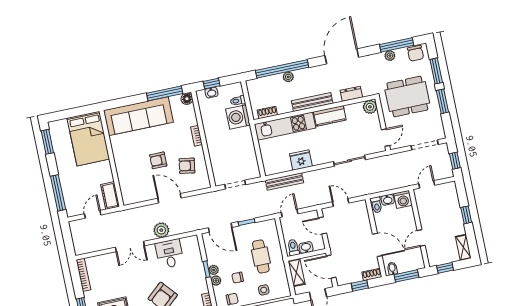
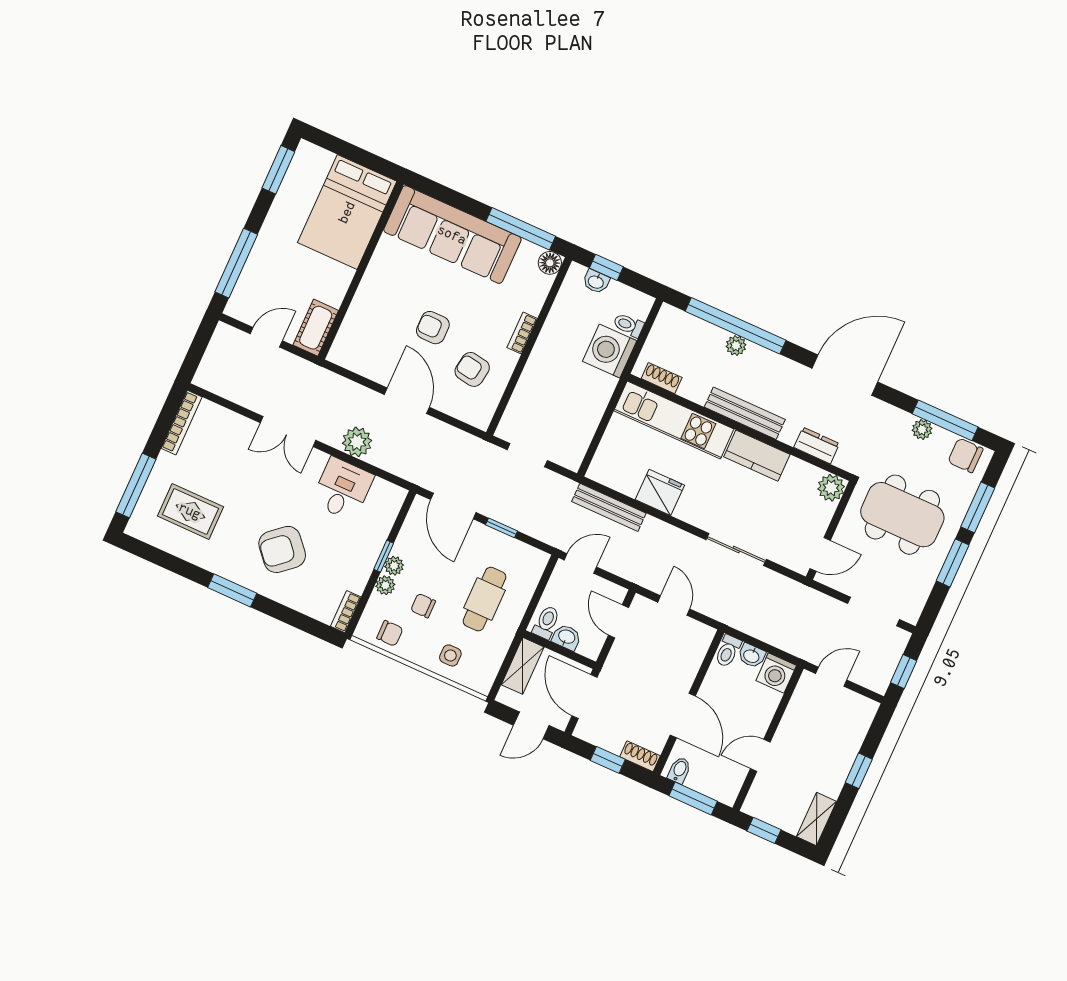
chair: (415, 53) -> (965, 455), turned 90

